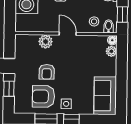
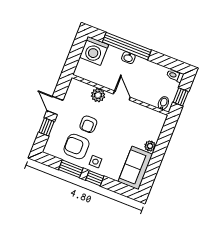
stool: (94, 21) -> (151, 93), removed
floor lamp: (112, 40) -> (162, 118), removed
plant: (111, 51) -> (150, 146), moved

